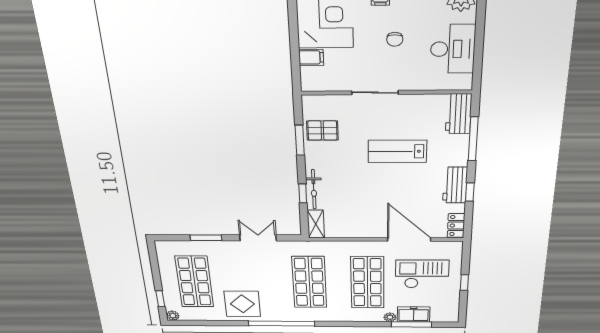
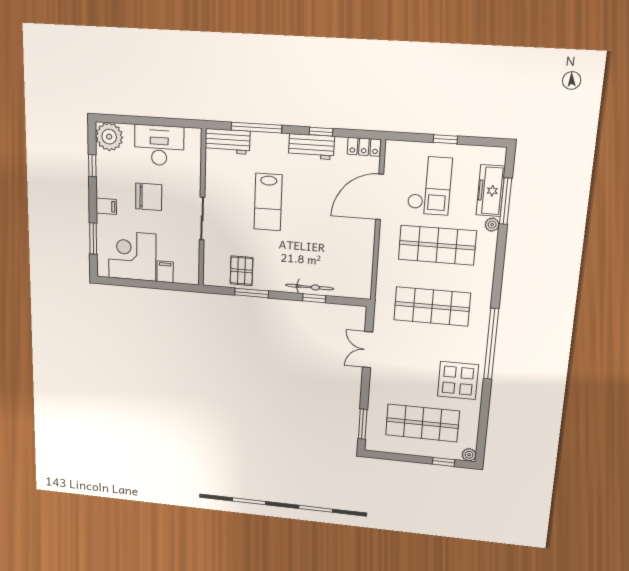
chair: (395, 39) -> (149, 197), width x1.87, depth x1.87
shelving: (316, 224) -> (353, 290), removed
window: (206, 238) -> (363, 424), moved
checkout: (422, 274) -> (430, 186), turned 180
freezer: (414, 314) -> (491, 191), width x1.40

